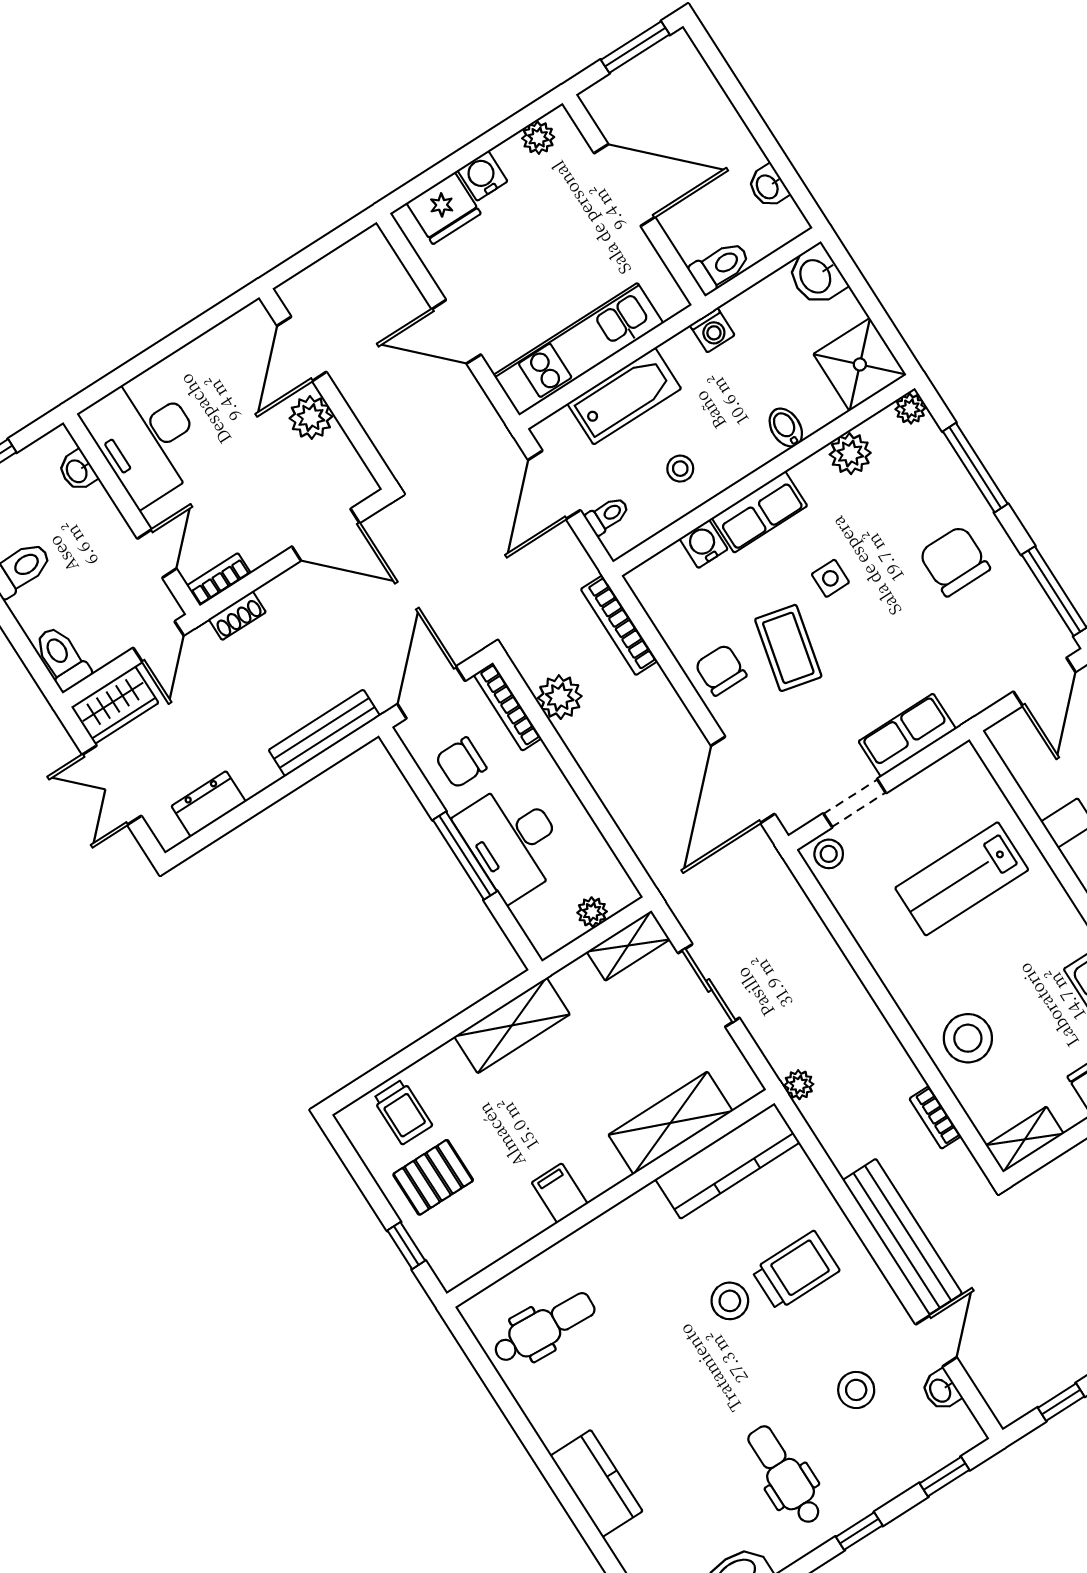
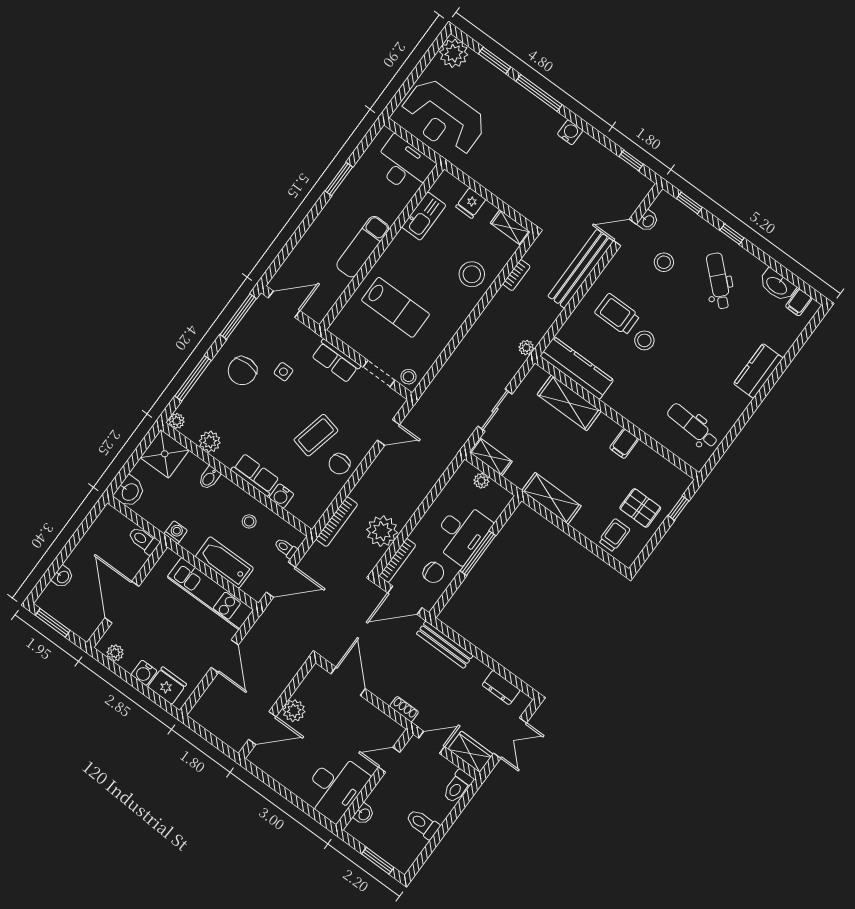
washbasin: (768, 186) -> (63, 577), moved
side table: (830, 578) -> (283, 372), moved
bookcase: (219, 579) -> (390, 725), removed
plant: (560, 697) -> (382, 531), width x1.36, depth x1.36
door: (743, 780) -> (389, 432), width x0.53
dental chair: (785, 1475) -> (719, 281), turned 133

